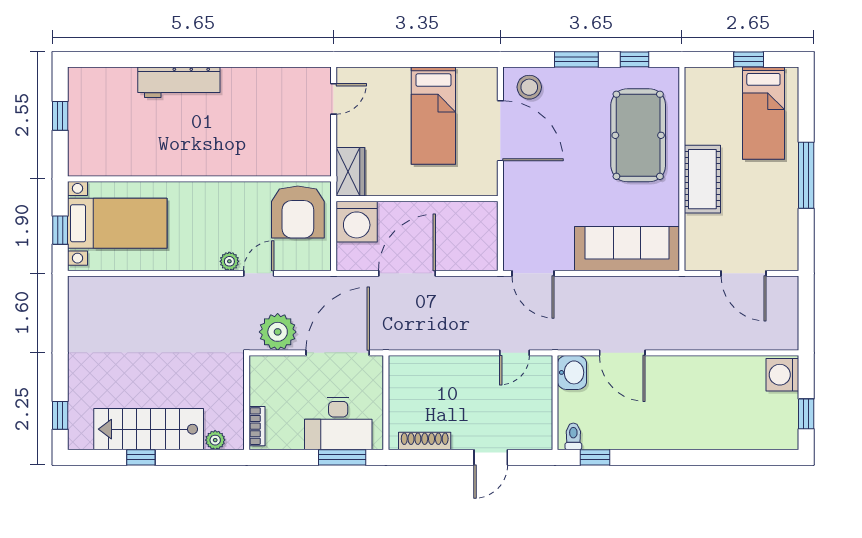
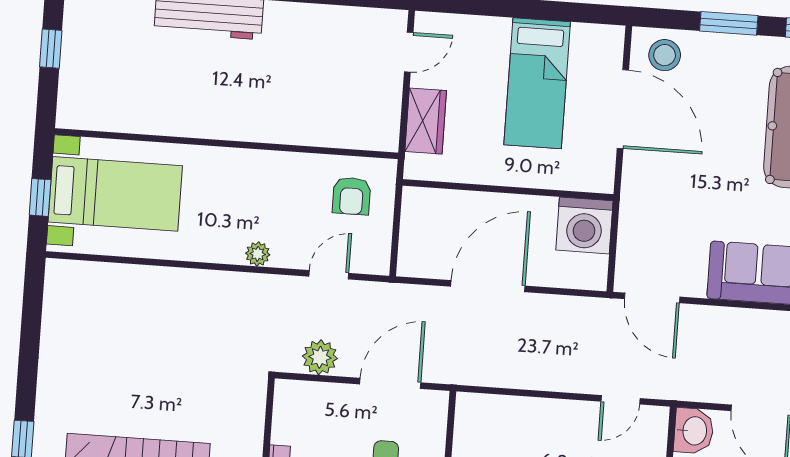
wardrobe: (350, 172) -> (426, 121), moved
armchair: (298, 212) -> (352, 196), width x0.53, depth x0.53
washing machine: (357, 222) -> (584, 225), moved
door: (259, 273) -> (329, 275), moved
plant: (278, 332) -> (320, 357), width x0.73, depth x0.73
door: (338, 353) -> (390, 383), width x0.73

